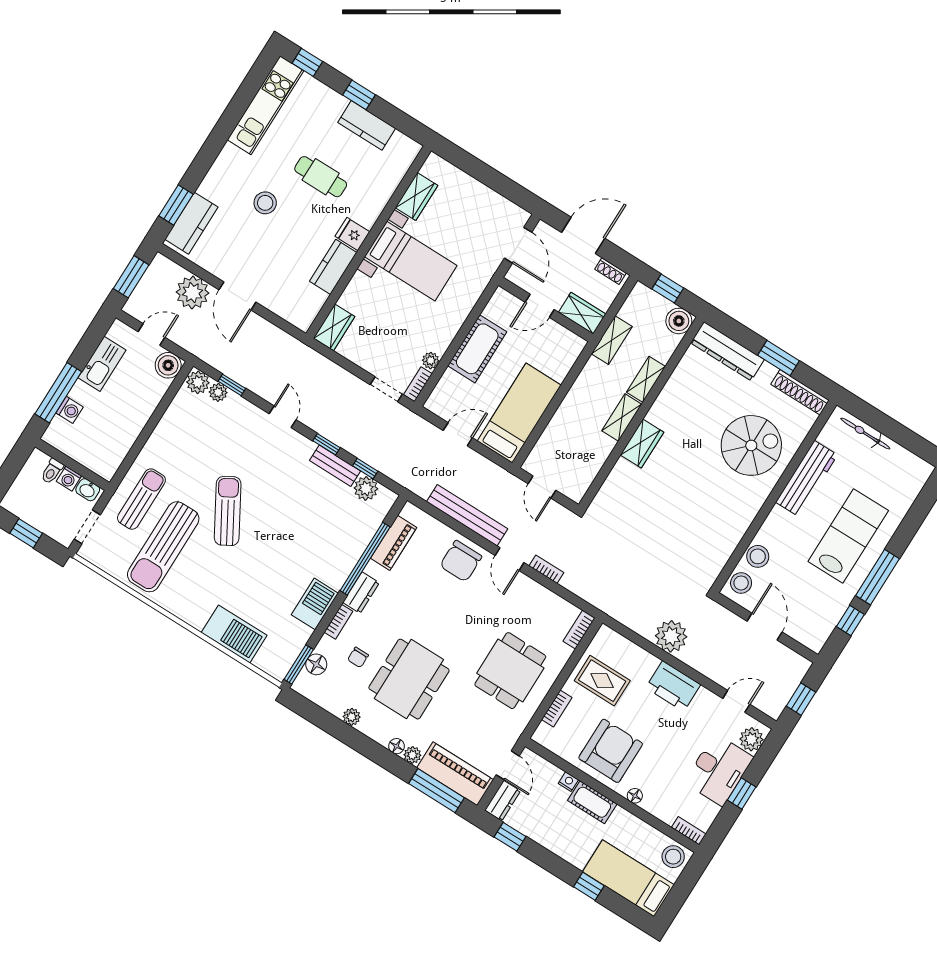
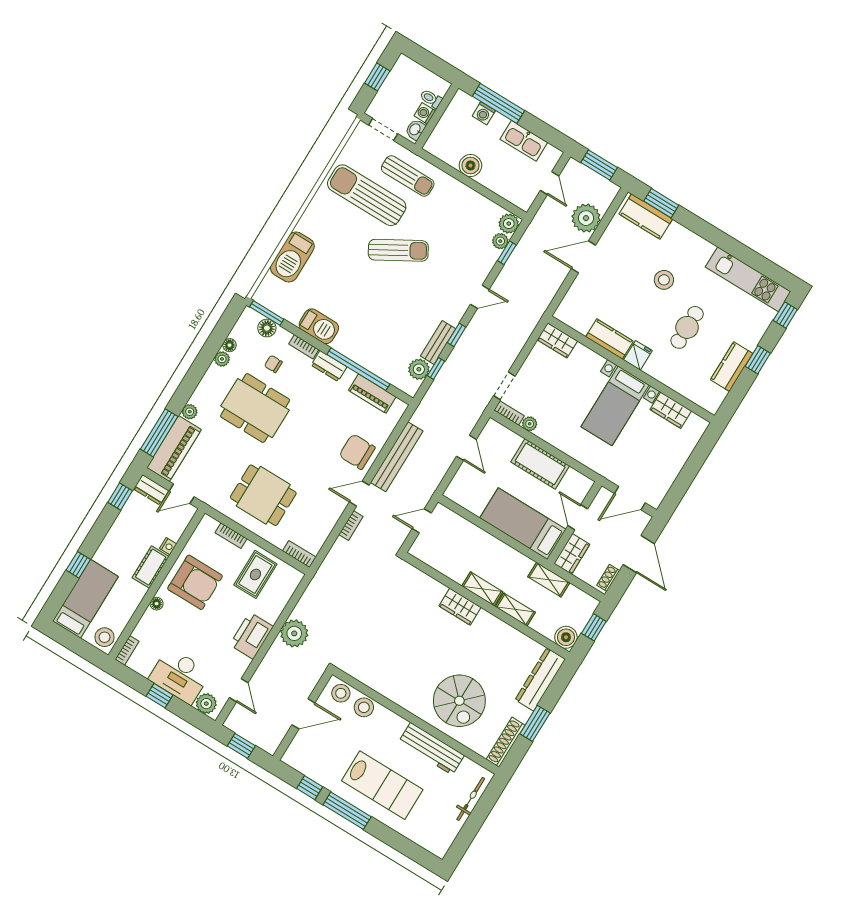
boiler: (168, 365) -> (470, 165), moved
bed: (519, 413) -> (523, 524), moved, turned 180
floor lamp: (397, 746) -> (229, 345), moved

